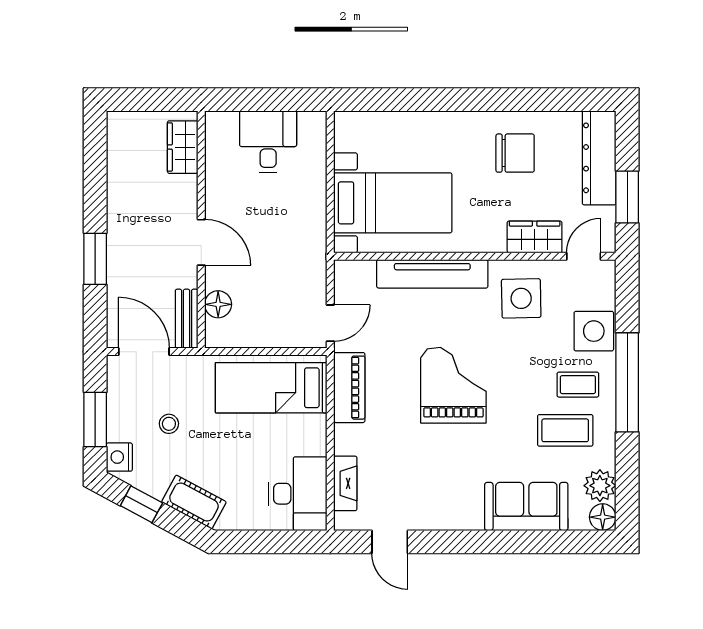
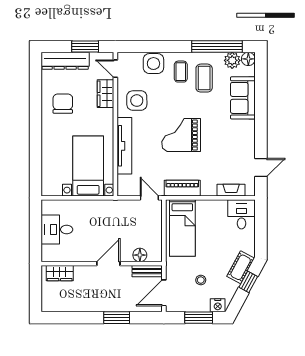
window: (627, 382) -> (217, 47), moved
desk: (298, 494) -> (241, 214), width x0.73
window: (141, 504) -> (248, 282), moved

